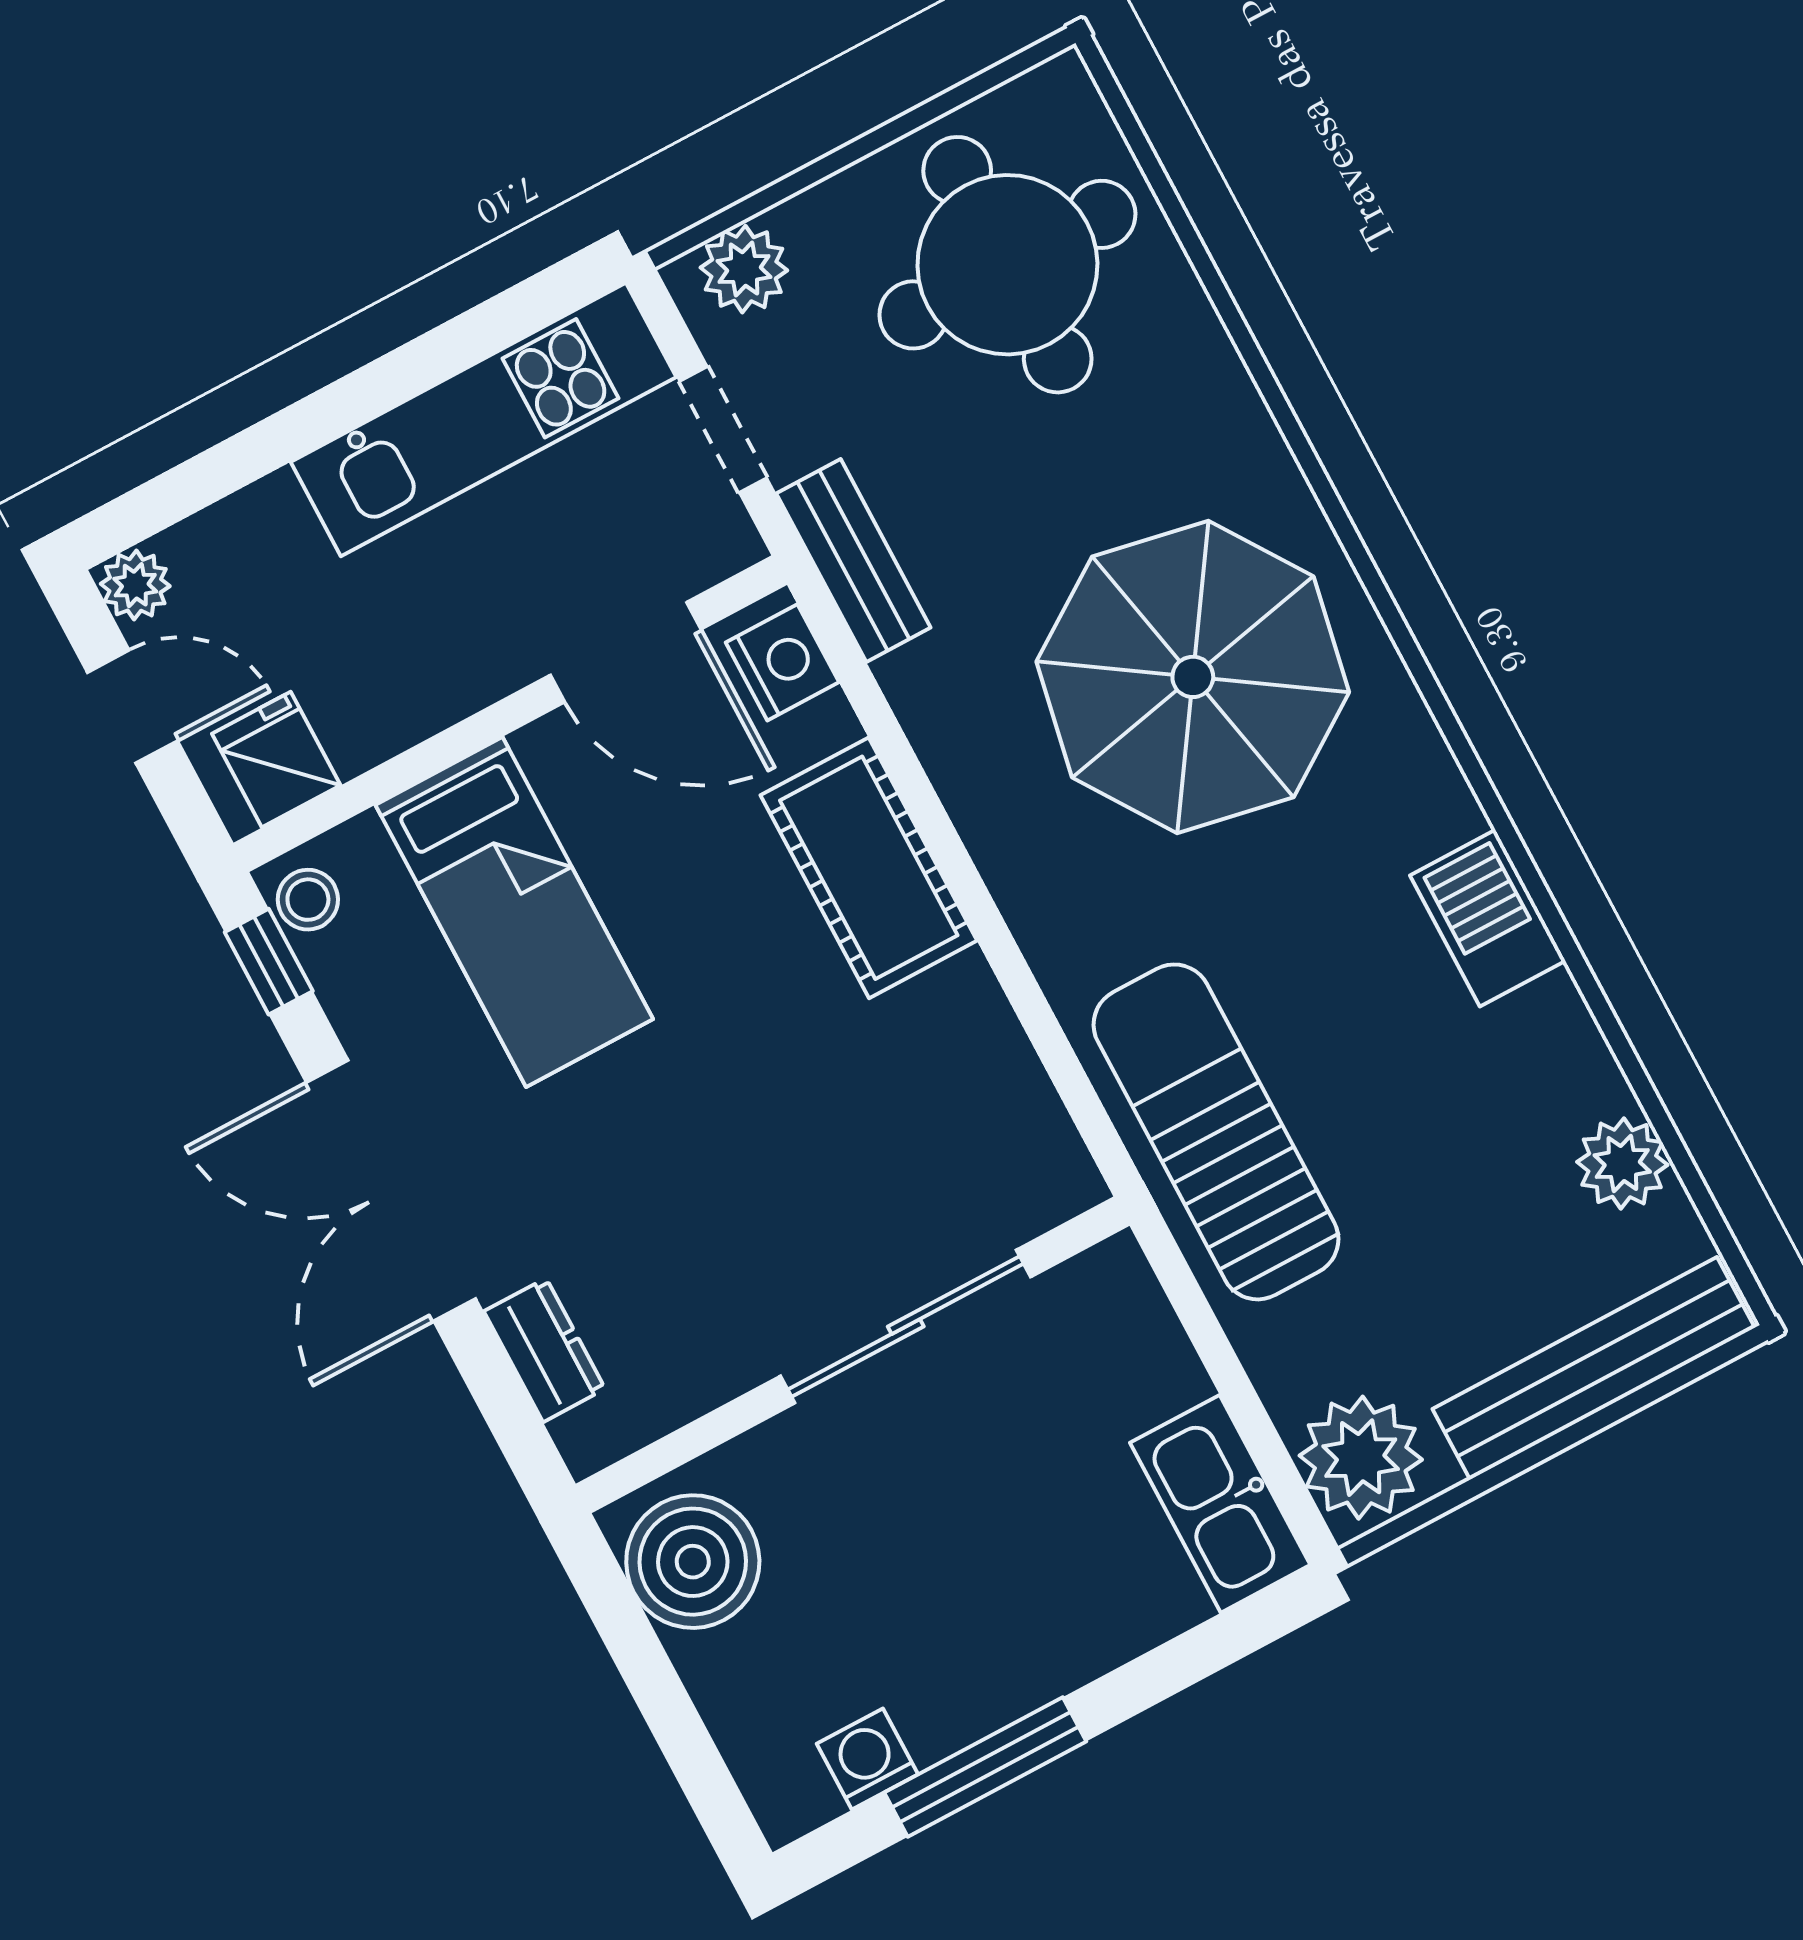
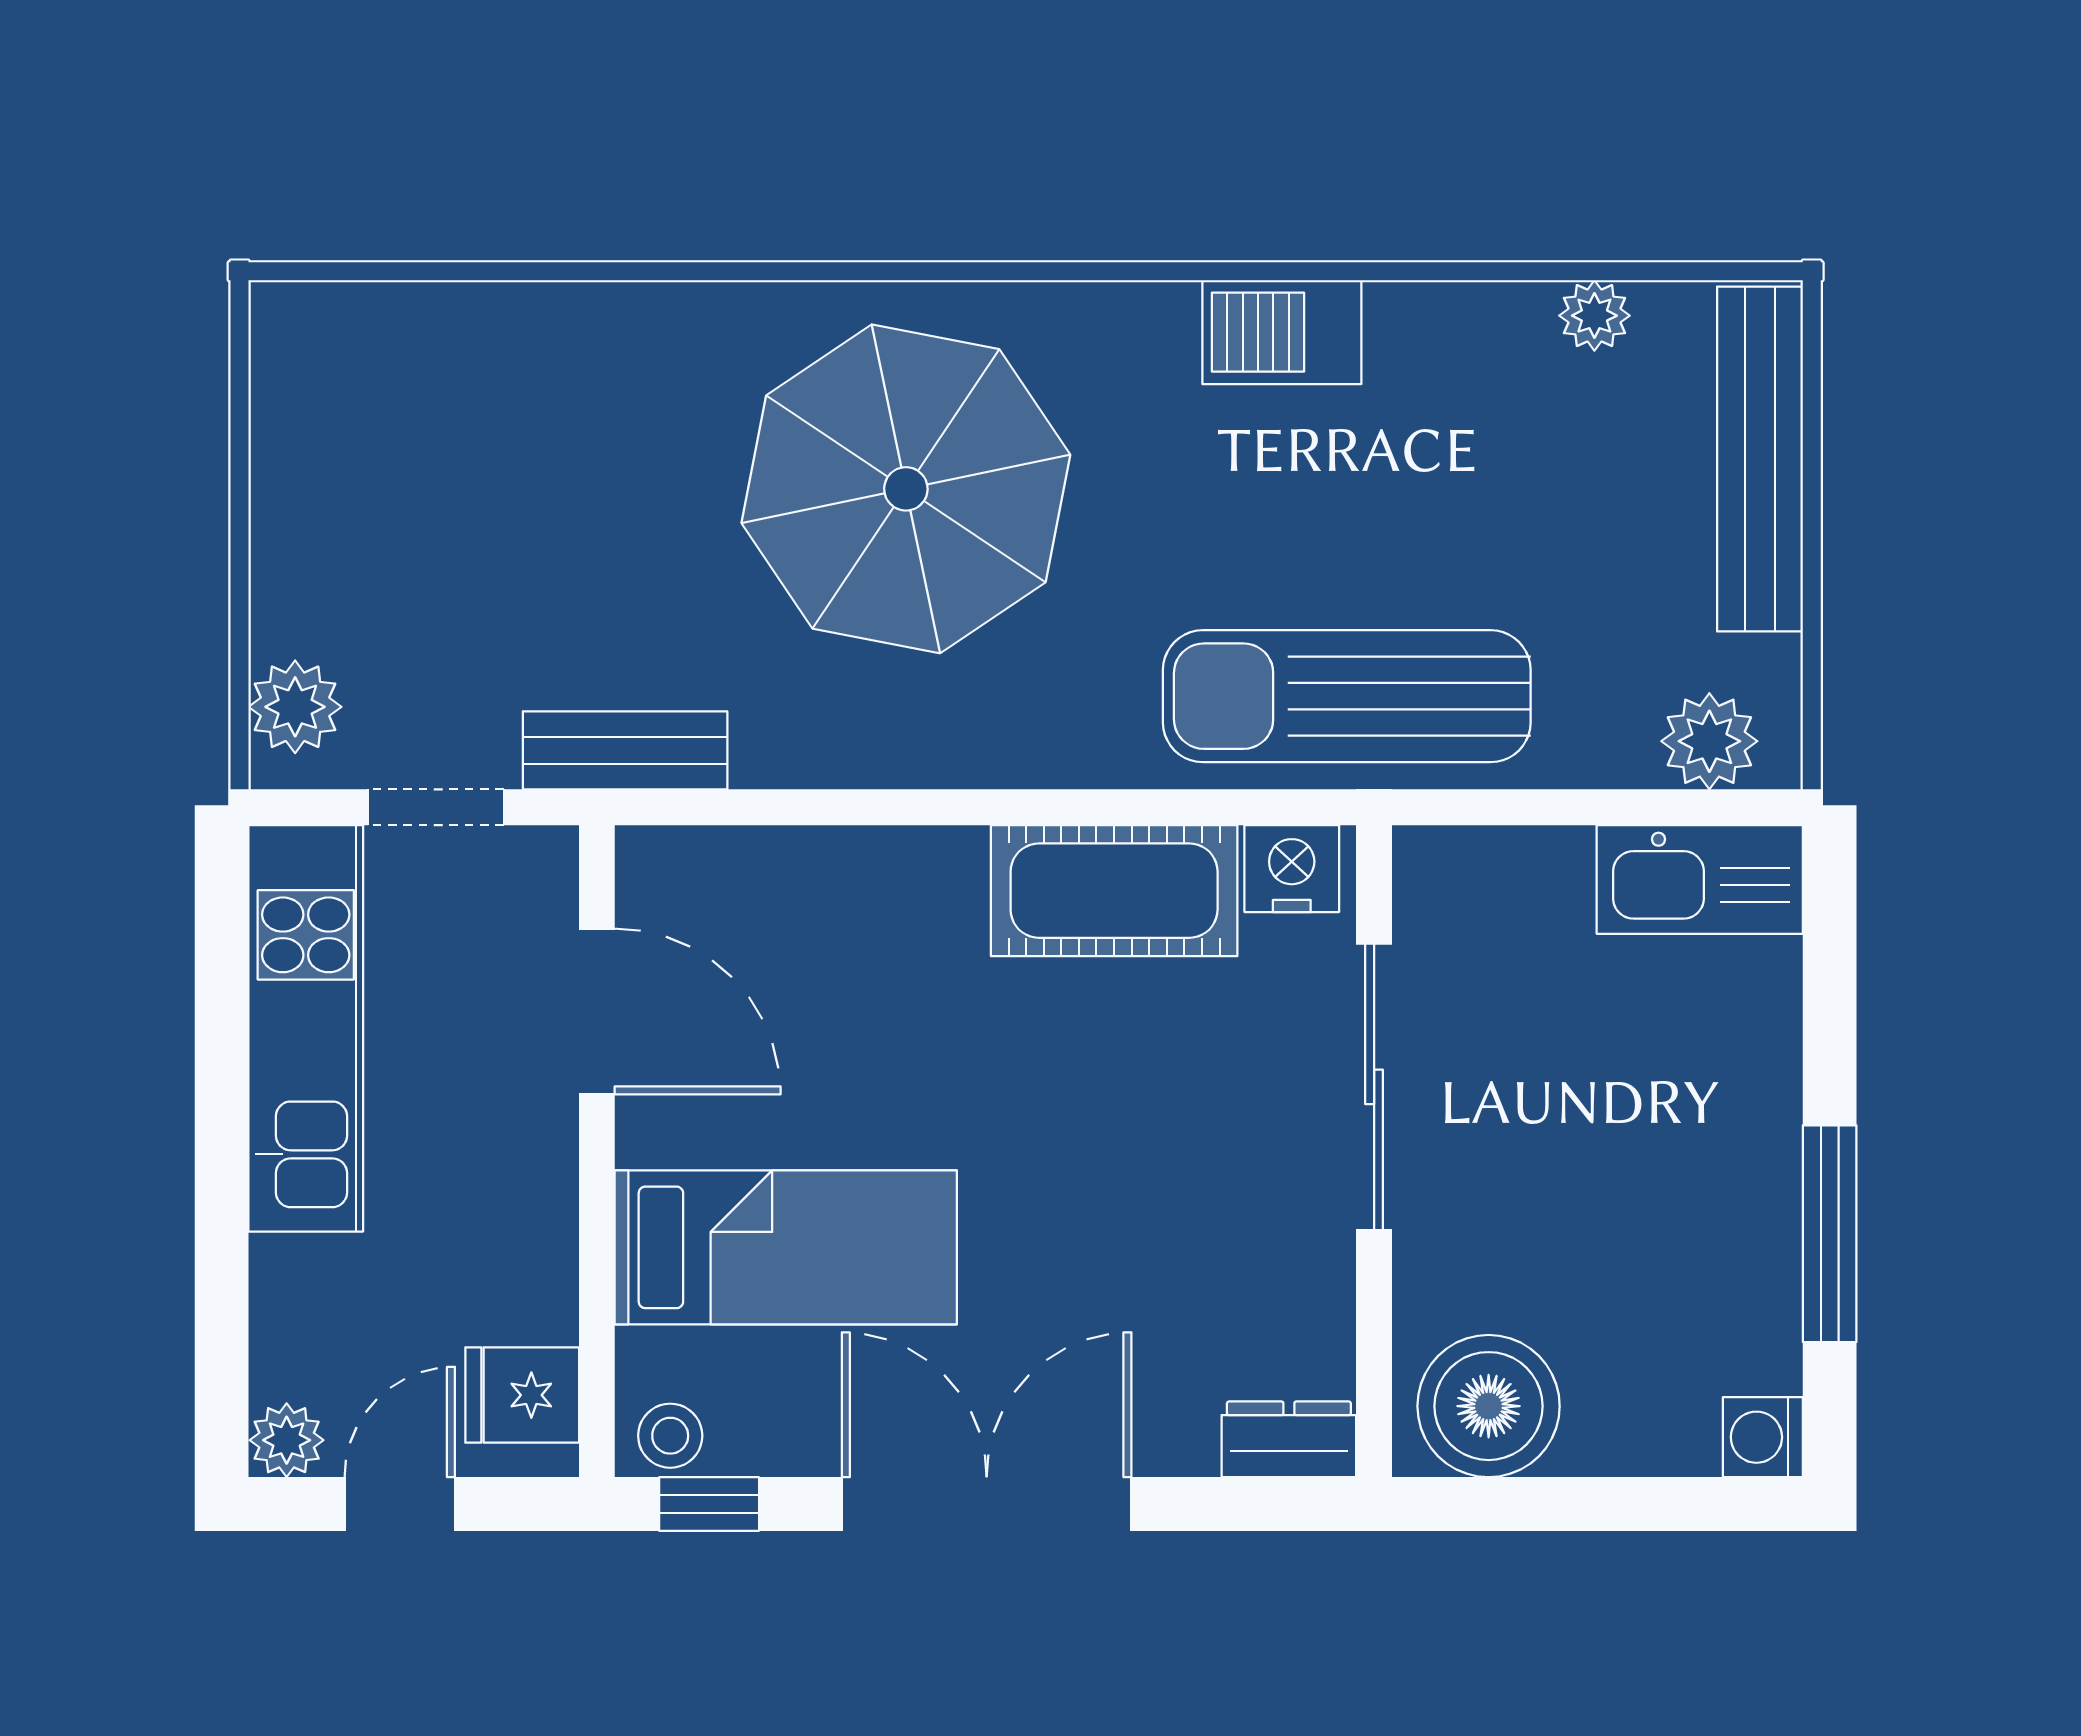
round table: (1007, 265) -> (424, 456), removed
door: (626, 652) -> (597, 1011), hinge flipped
nightstand: (782, 662) -> (1292, 869), moved
cot: (869, 868) -> (1114, 891), moved
plant: (1622, 1163) -> (1594, 316), width x0.73, depth x0.73
double door: (391, 1191) -> (987, 1504), swing flipped
dresser: (545, 1350) -> (1289, 1439), moved
plant: (1361, 1458) -> (1709, 741), width x0.73, depth x0.73
washing machine: (867, 1759) -> (1763, 1437), moved

